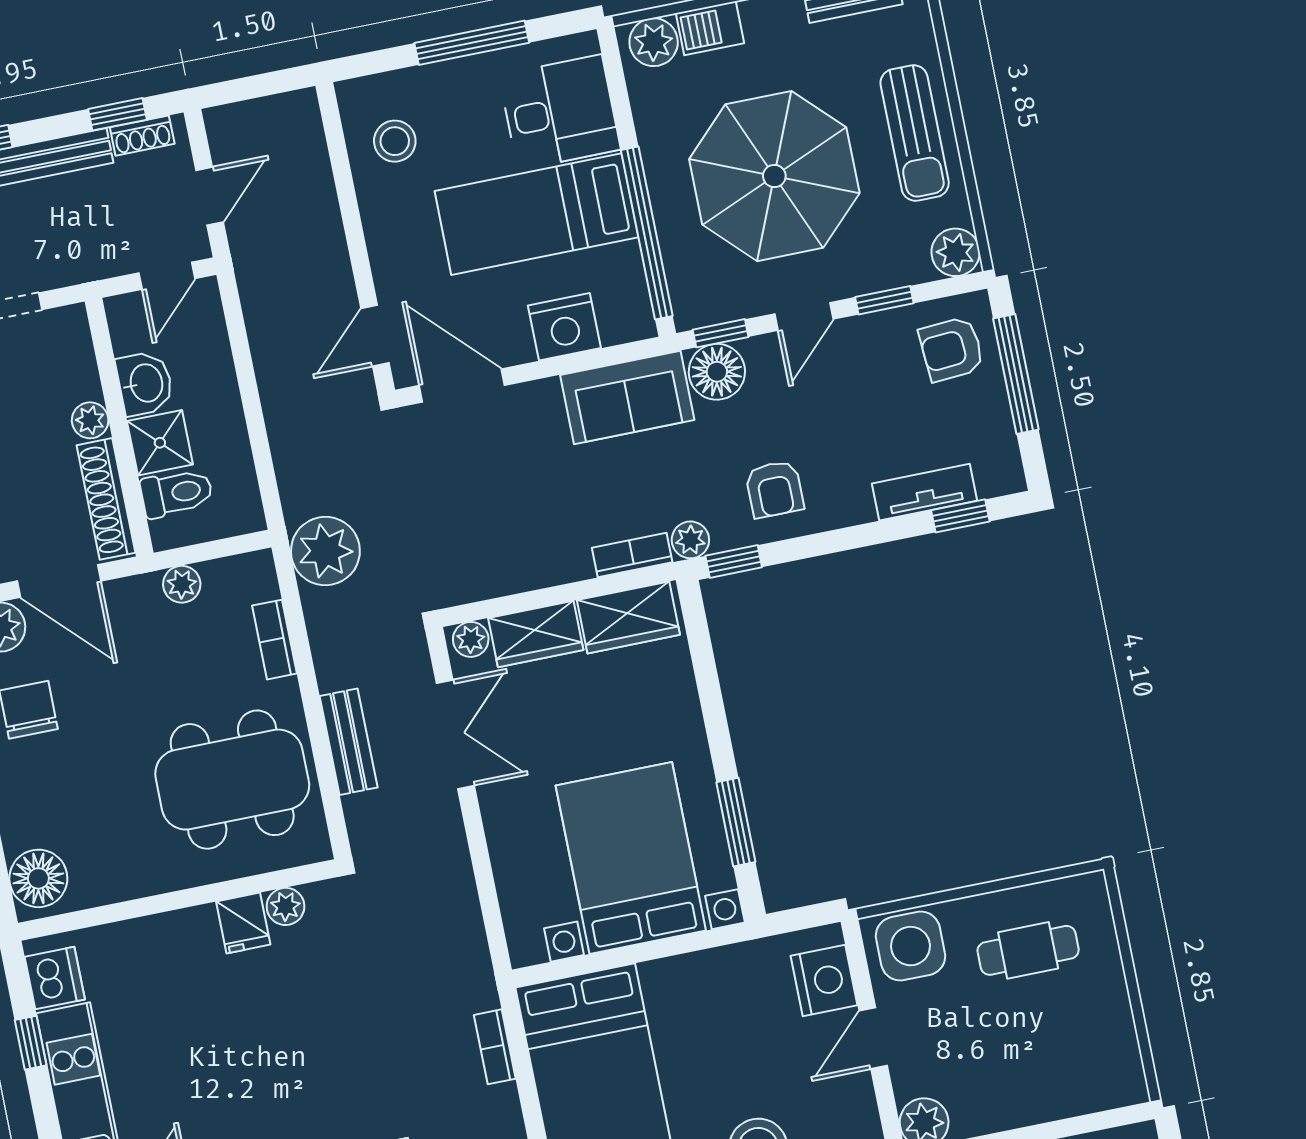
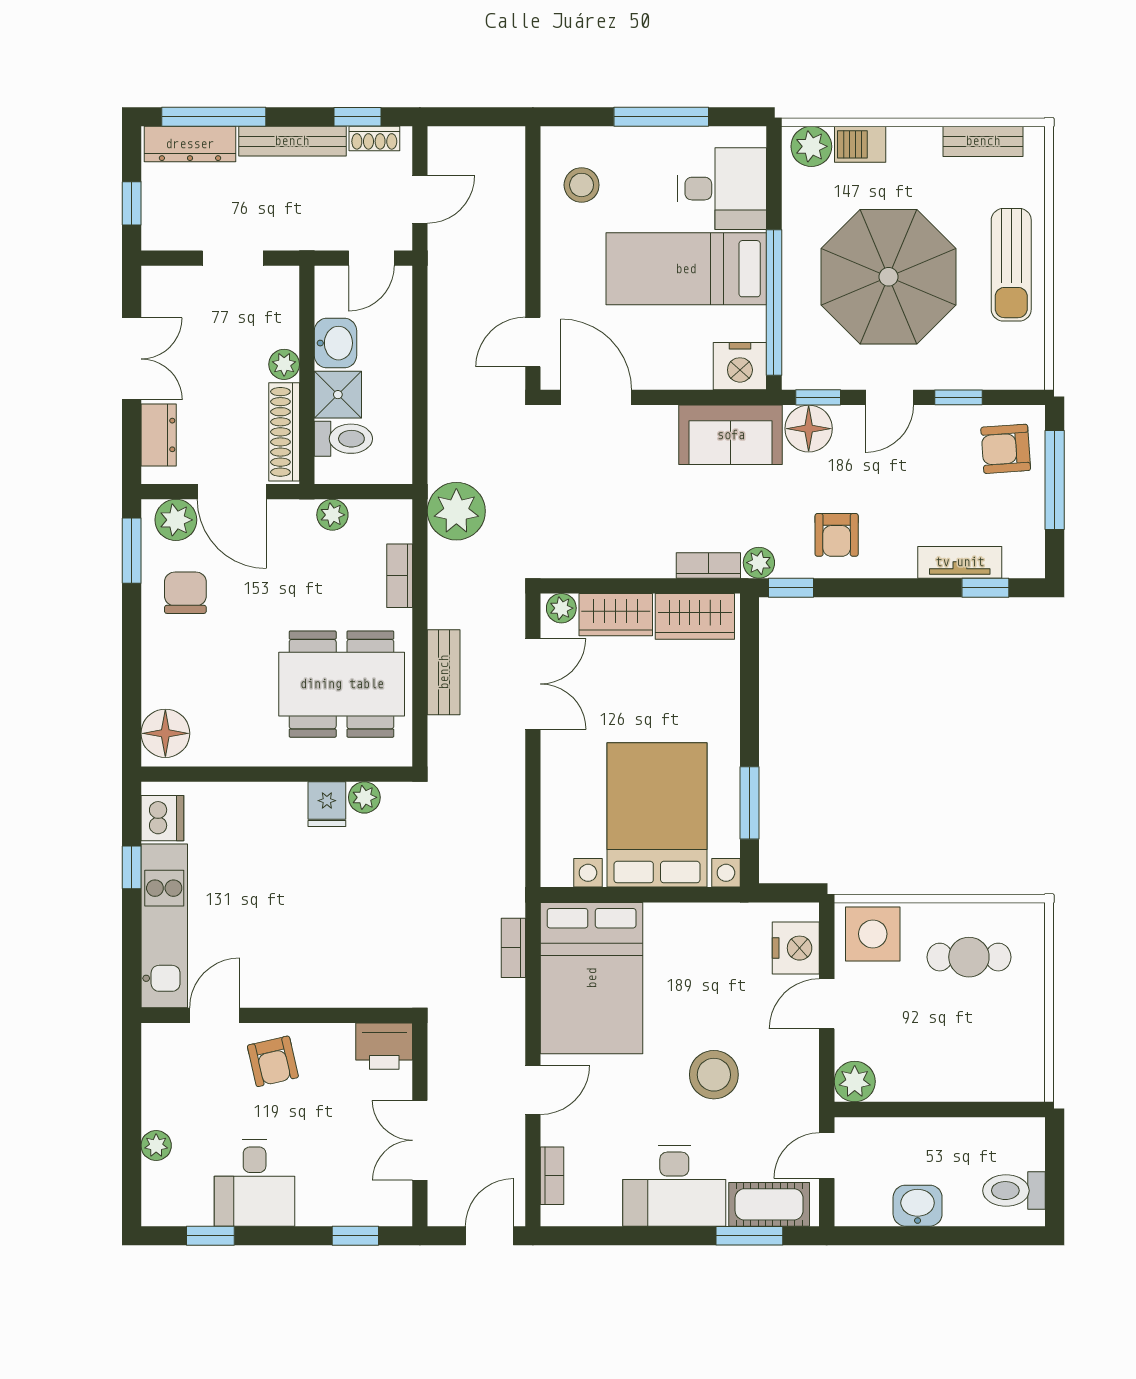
plant: (955, 252) -> (1025, 370), removed
nightstand: (564, 327) -> (740, 366), moved

